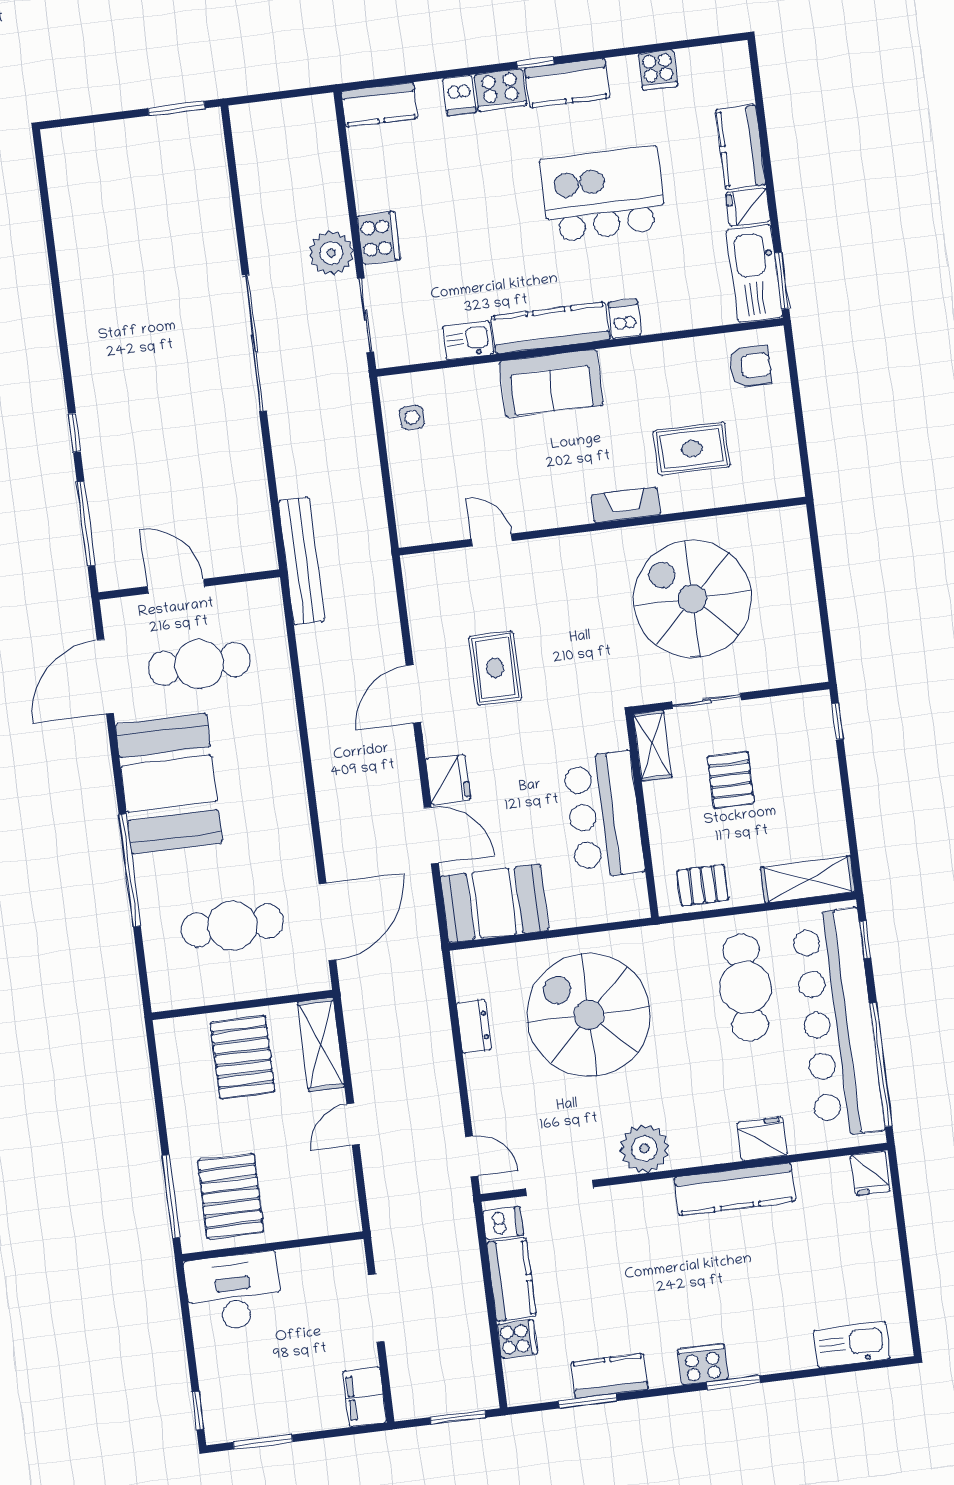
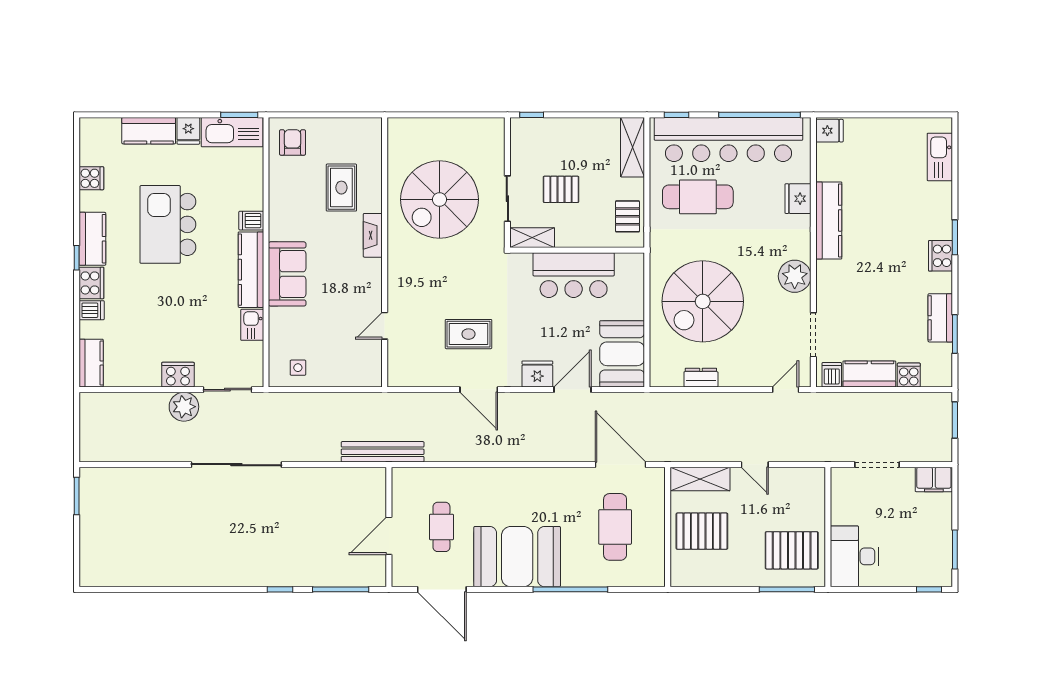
cafe table: (199, 664) -> (441, 527), width x0.73, depth x0.74

